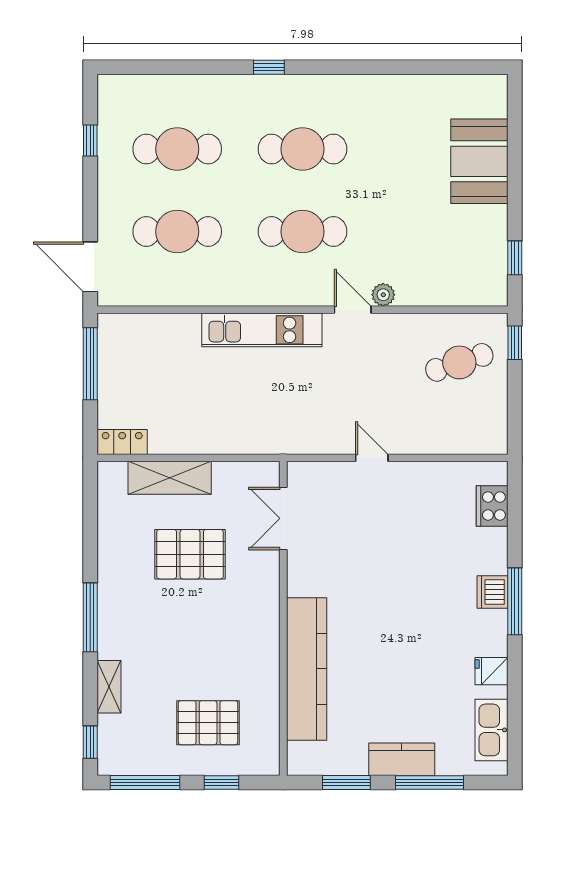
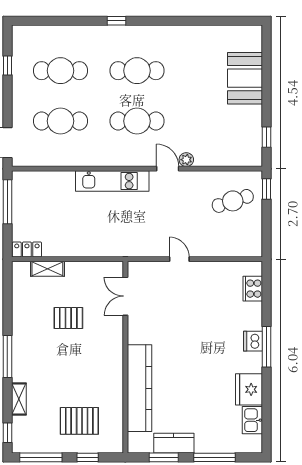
shelving: (170, 478) -> (47, 269), width x0.67, depth x0.75
pallet: (190, 554) -> (68, 318), width x0.67, depth x0.71
fridge: (492, 671) -> (249, 389), width x1.88, depth x1.34
kitchen sink: (492, 730) -> (252, 420), width x0.73
kitchen counter: (402, 759) -> (174, 443), moved

